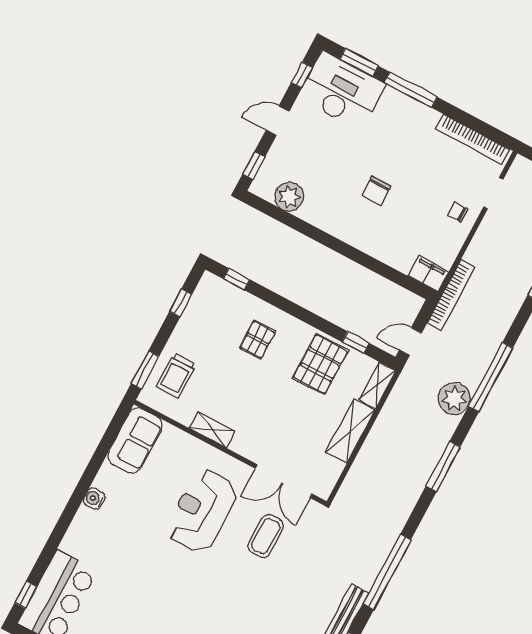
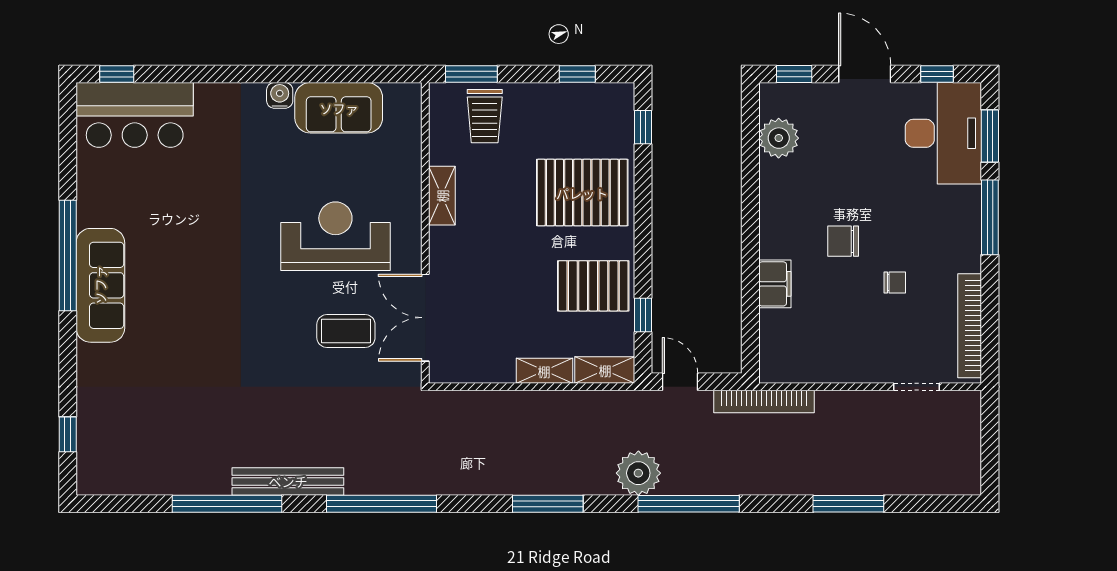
door: (278, 121) -> (865, 74), width x1.38
chair: (458, 212) -> (895, 282), moved, turned 90
filing cabinet: (428, 274) -> (775, 284), moved
pallet: (258, 340) -> (582, 193), width x2.05, depth x2.00
trolley: (176, 376) -> (485, 116), turned -90
shelving: (350, 431) -> (544, 371), width x0.67, depth x0.75
sofa: (135, 440) -> (339, 108), moved

